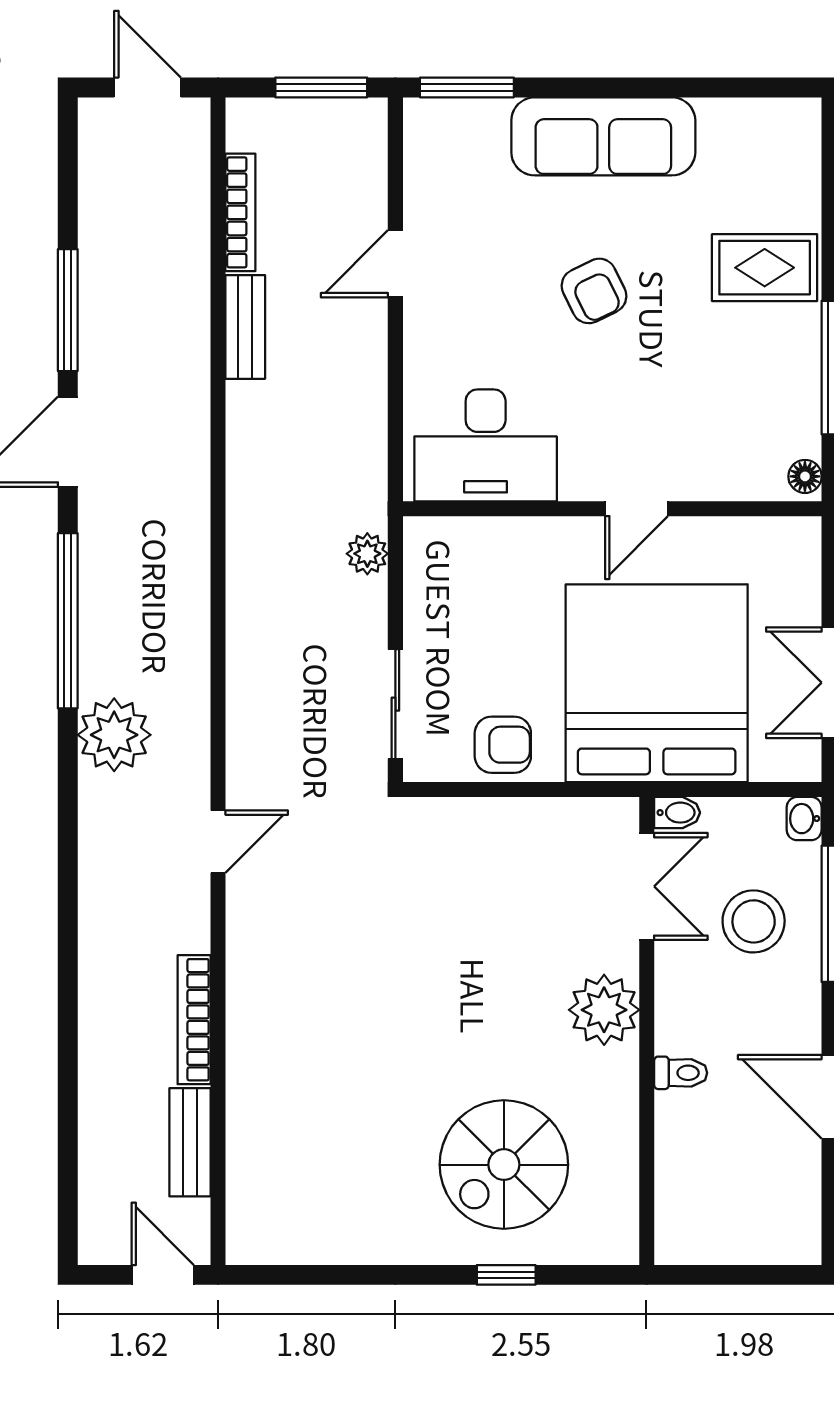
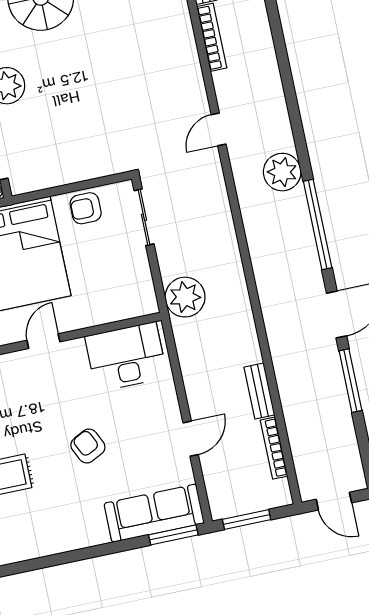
sofa: (603, 136) -> (154, 513), moved
plant: (367, 554) -> (185, 297), width x1.88, depth x1.88

